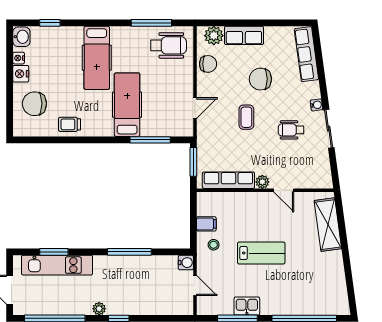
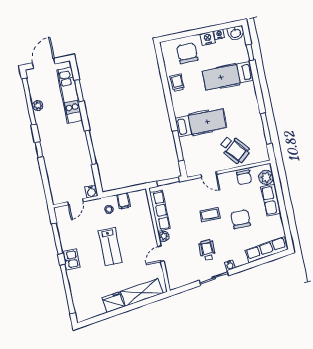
wheelchair: (168, 45) -> (235, 149), moved, turned -40
hospital bed: (97, 58) -> (228, 76), moved
fridge: (333, 263) -> (113, 302), added
kitchen sink: (247, 306) -> (71, 259), moved
plant: (99, 309) -> (38, 106), moved

